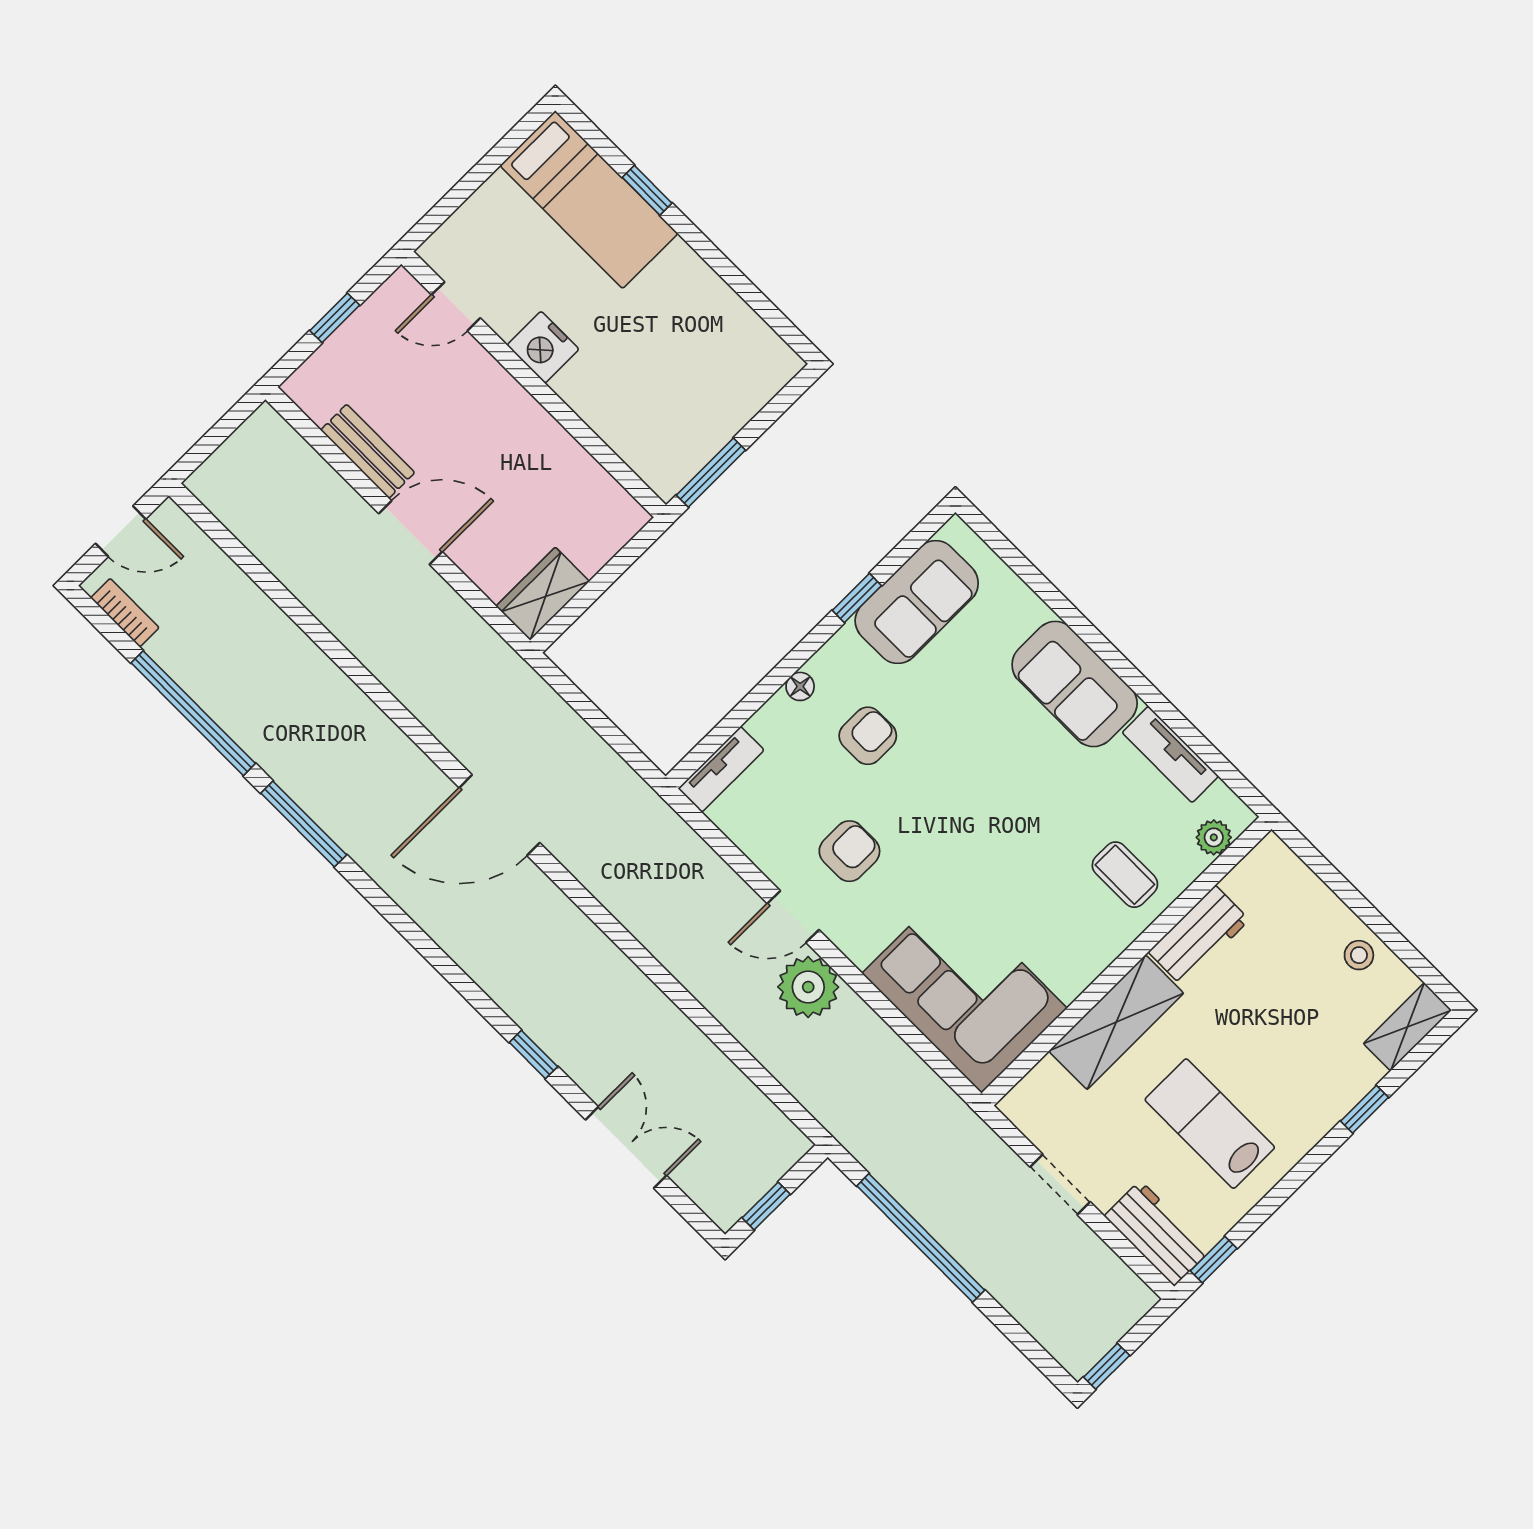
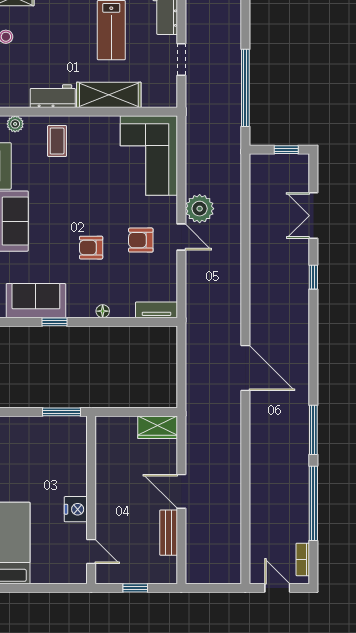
armchair: (868, 736) -> (91, 248), moved

